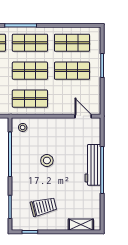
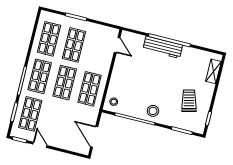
door: (83, 116) -> (117, 45), swing flipped
stool: (47, 160) -> (153, 111), moved

